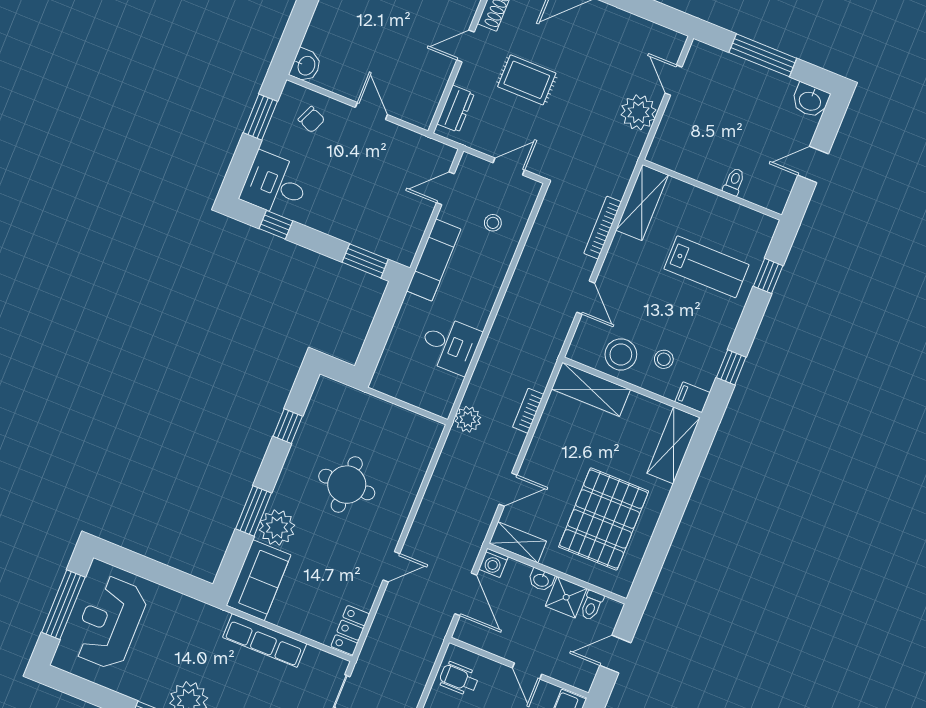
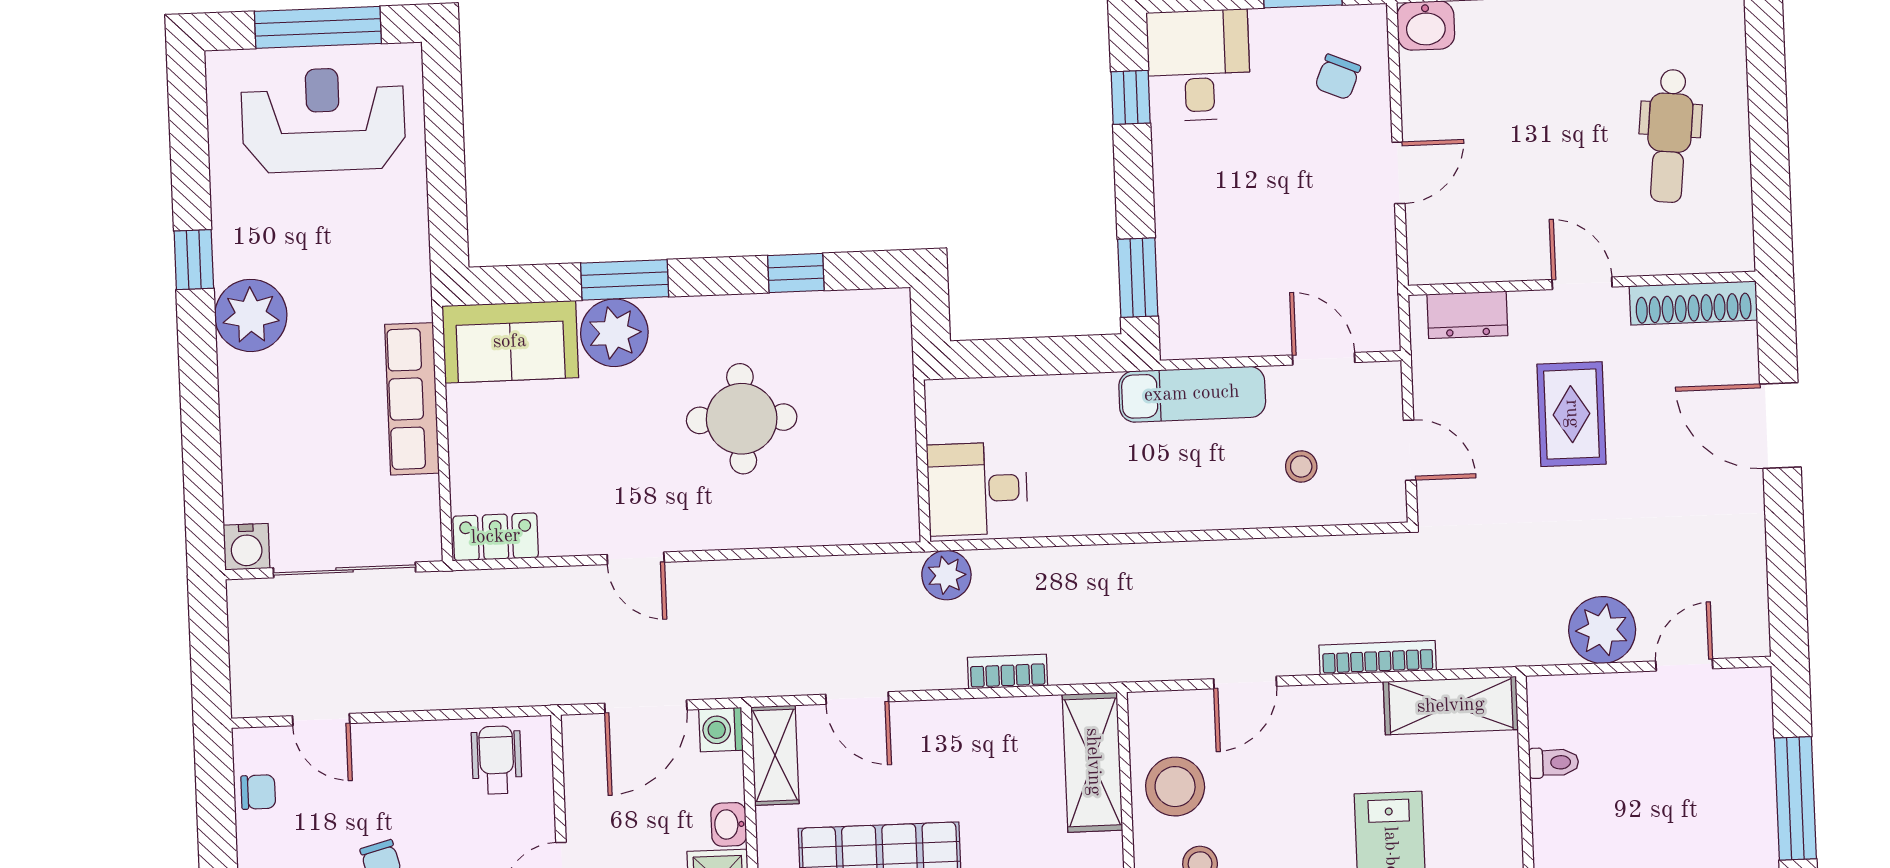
toilet: (734, 182) -> (1554, 763), moved
desk: (450, 345) -> (977, 489), moved, turned 90

